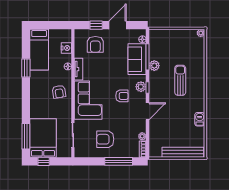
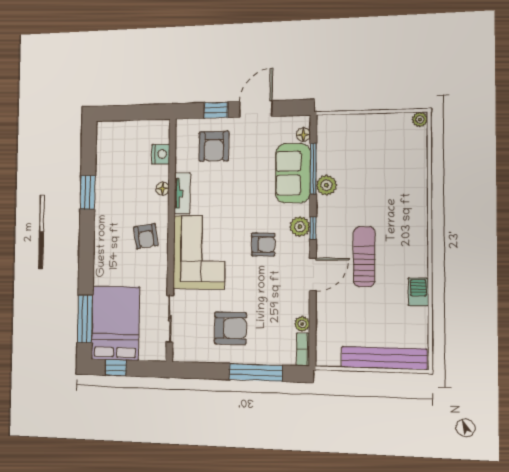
bed: (39, 50) -> (112, 158), removed
sun lounger: (180, 80) -> (364, 257), moved
armchair: (105, 139) -> (231, 328), turned 180

